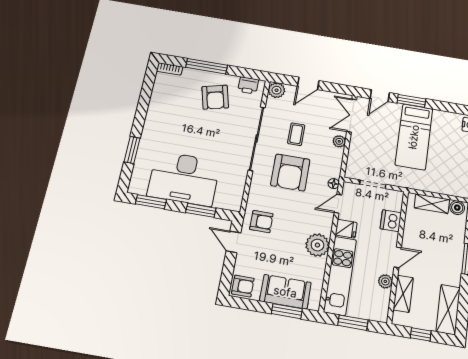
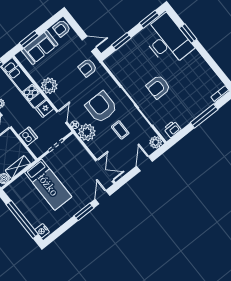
armchair: (215, 97) -> (158, 87), moved, turned -76
bed: (414, 137) -> (48, 185), moved, turned 180
plant: (339, 141) -> (87, 132), moved, width x1.88, depth x1.88
desk: (184, 178) -> (167, 41), moved, turned 90

